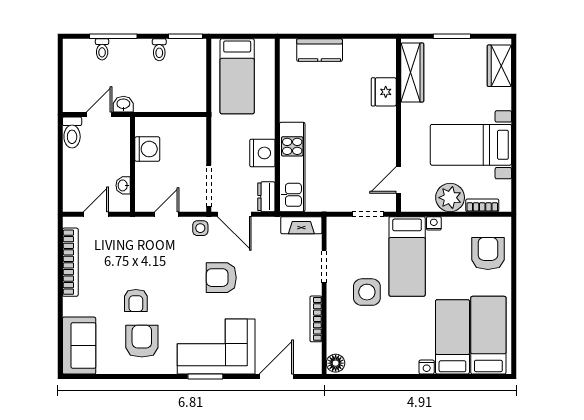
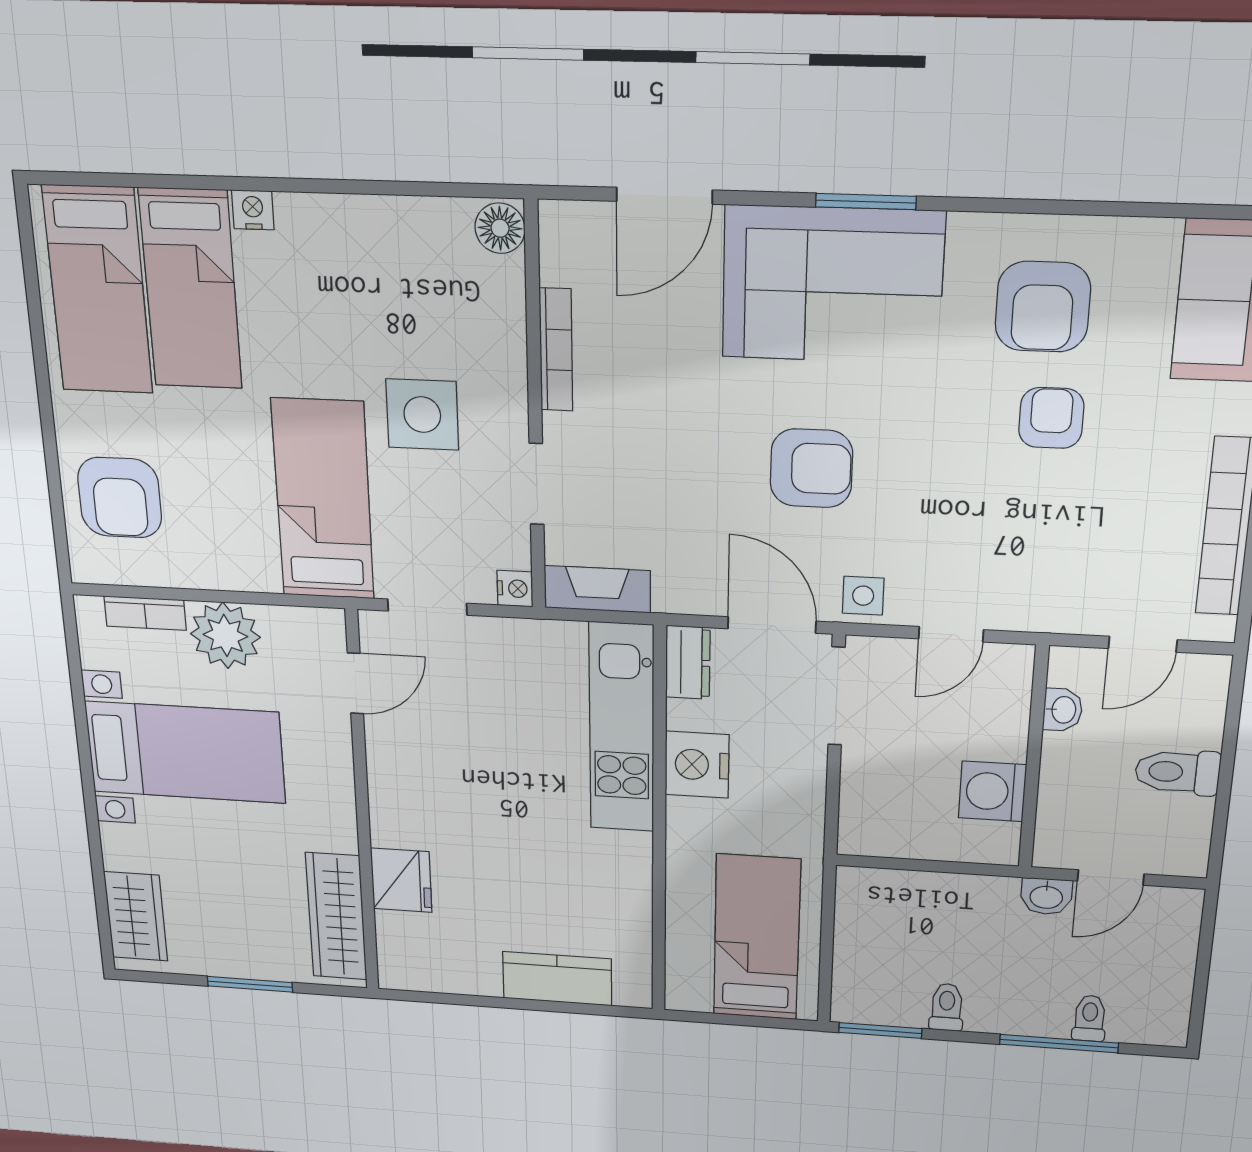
toilet: (72, 132) -> (1177, 772), moved, turned -90
nightstand: (434, 223) -> (515, 589), moved, turned -90

